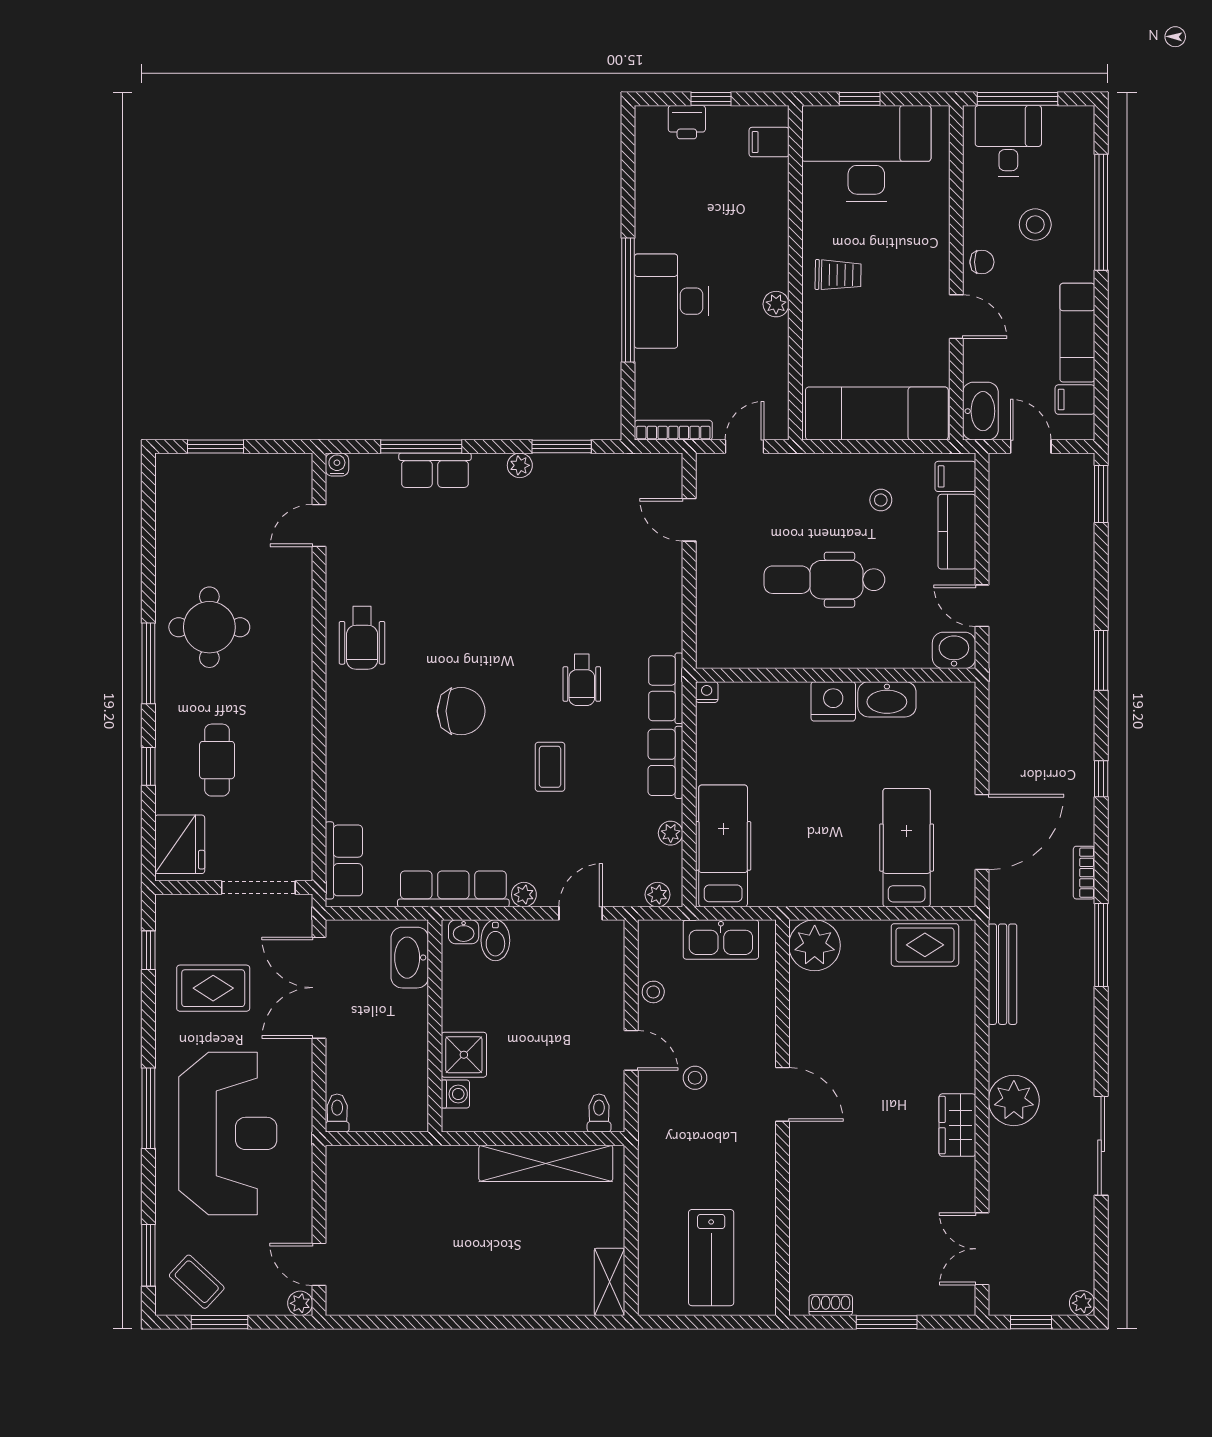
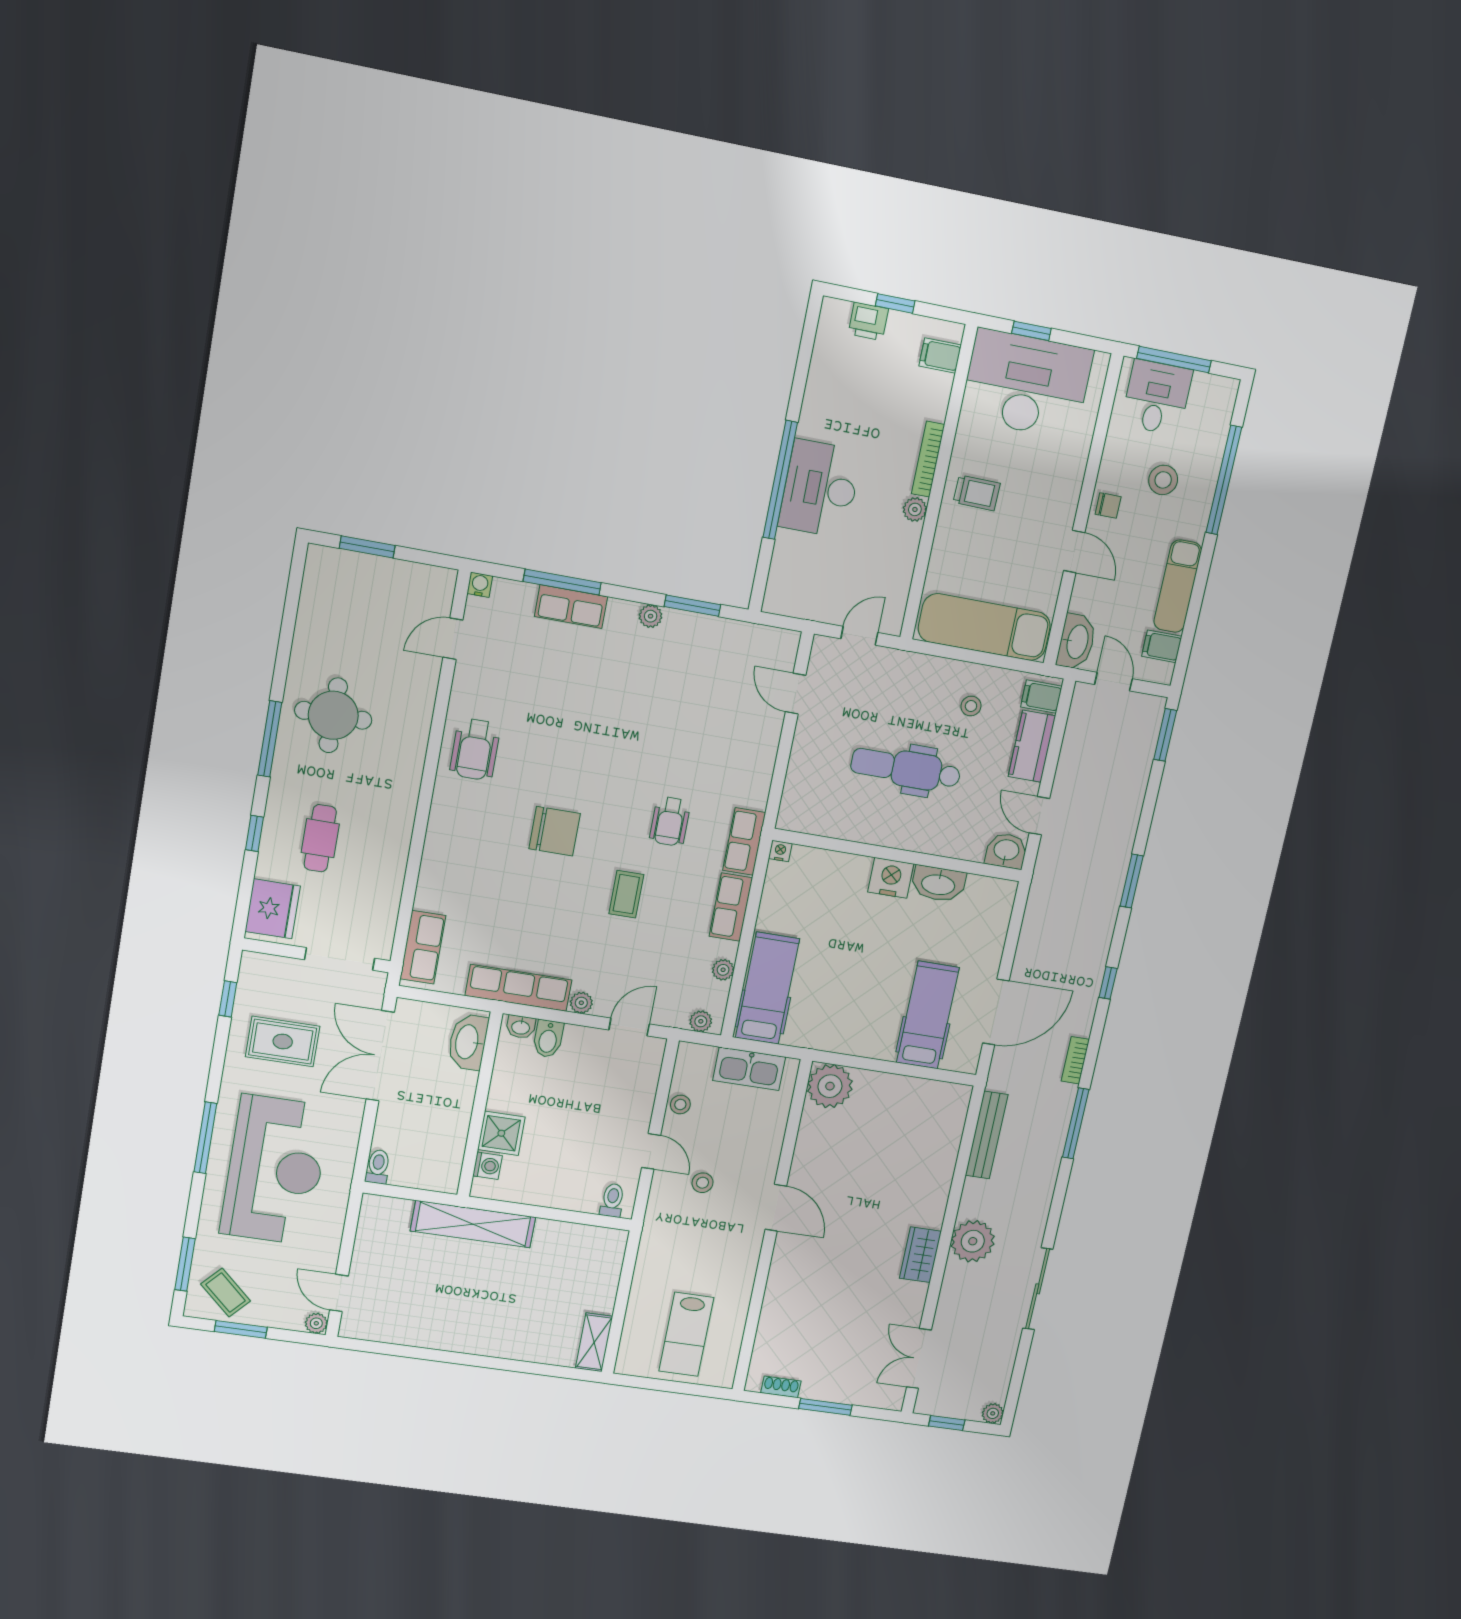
bookcase: (673, 430) -> (928, 459), moved, turned -90
rug: (925, 945) -> (926, 1100), removed
shelving: (546, 1163) -> (473, 1224), moved

